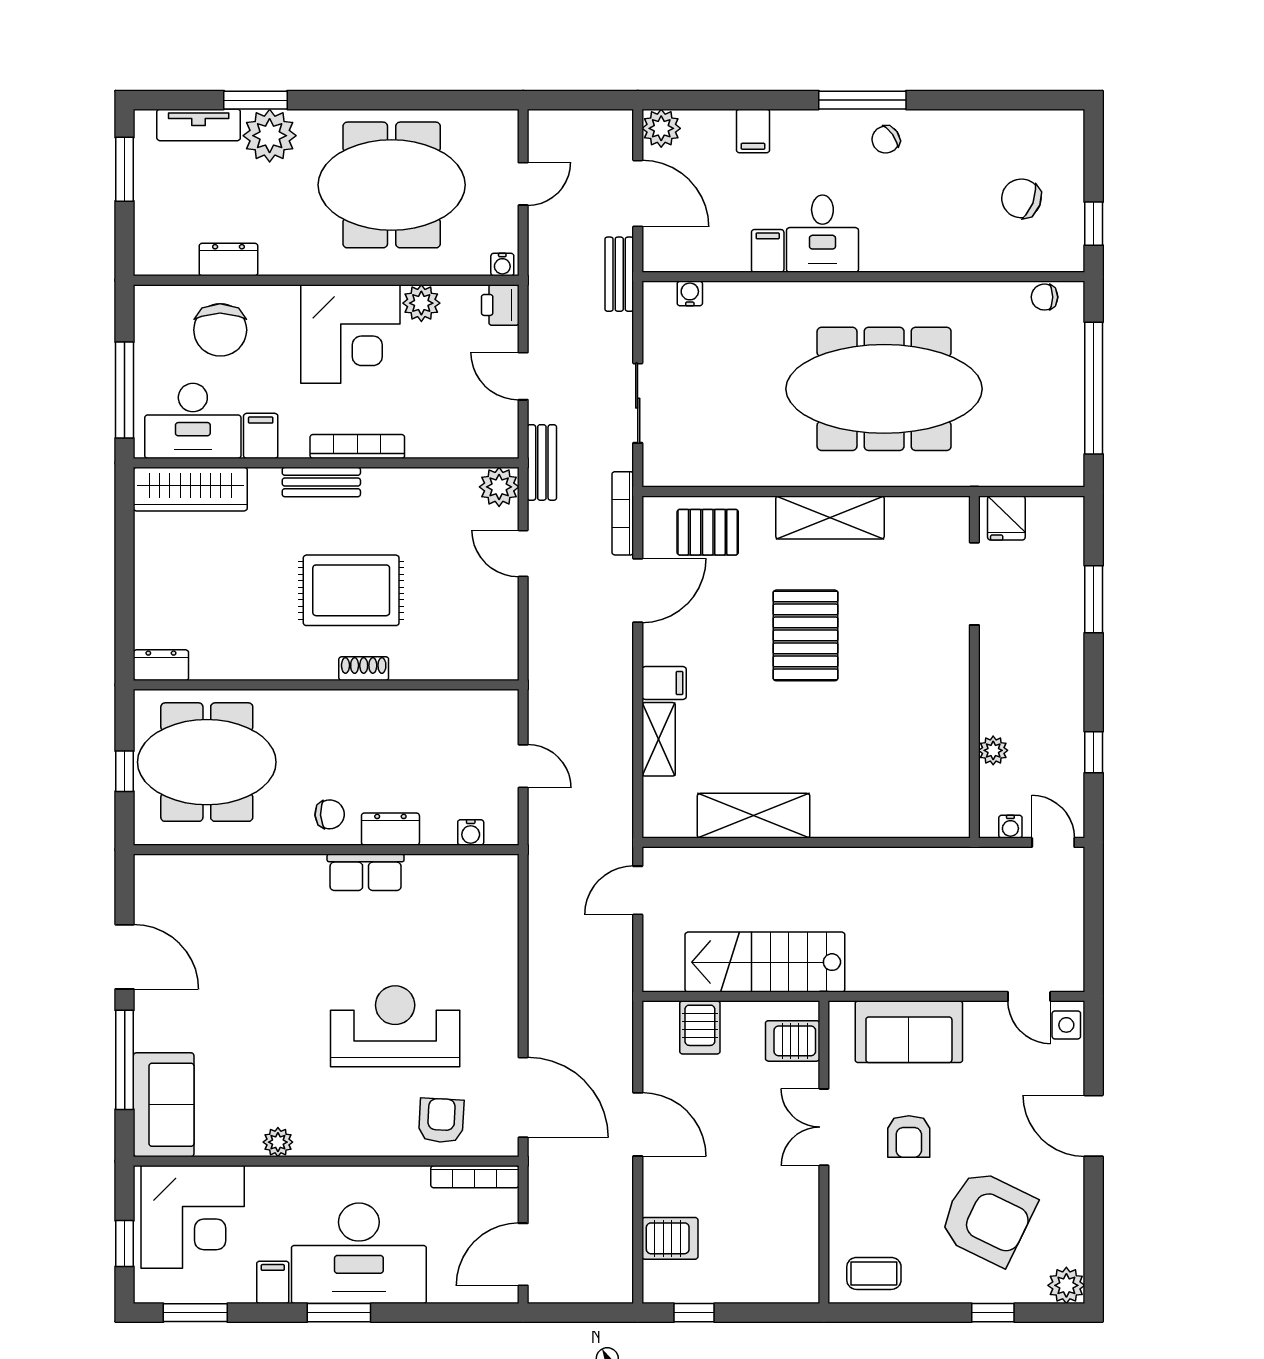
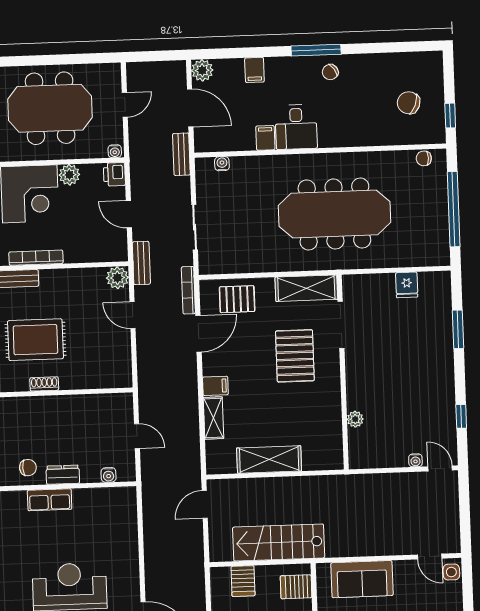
doorway: (974, 584) -> (341, 325), moved
wall: (974, 667) -> (343, 372), moved
plant: (993, 750) -> (355, 419), moved

